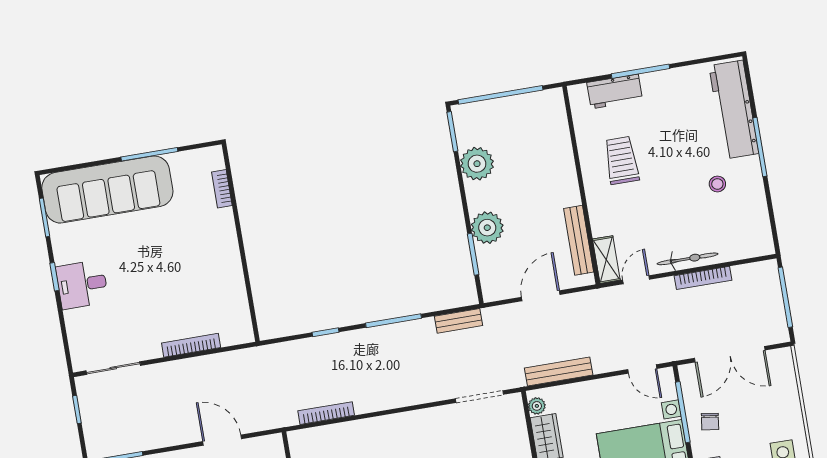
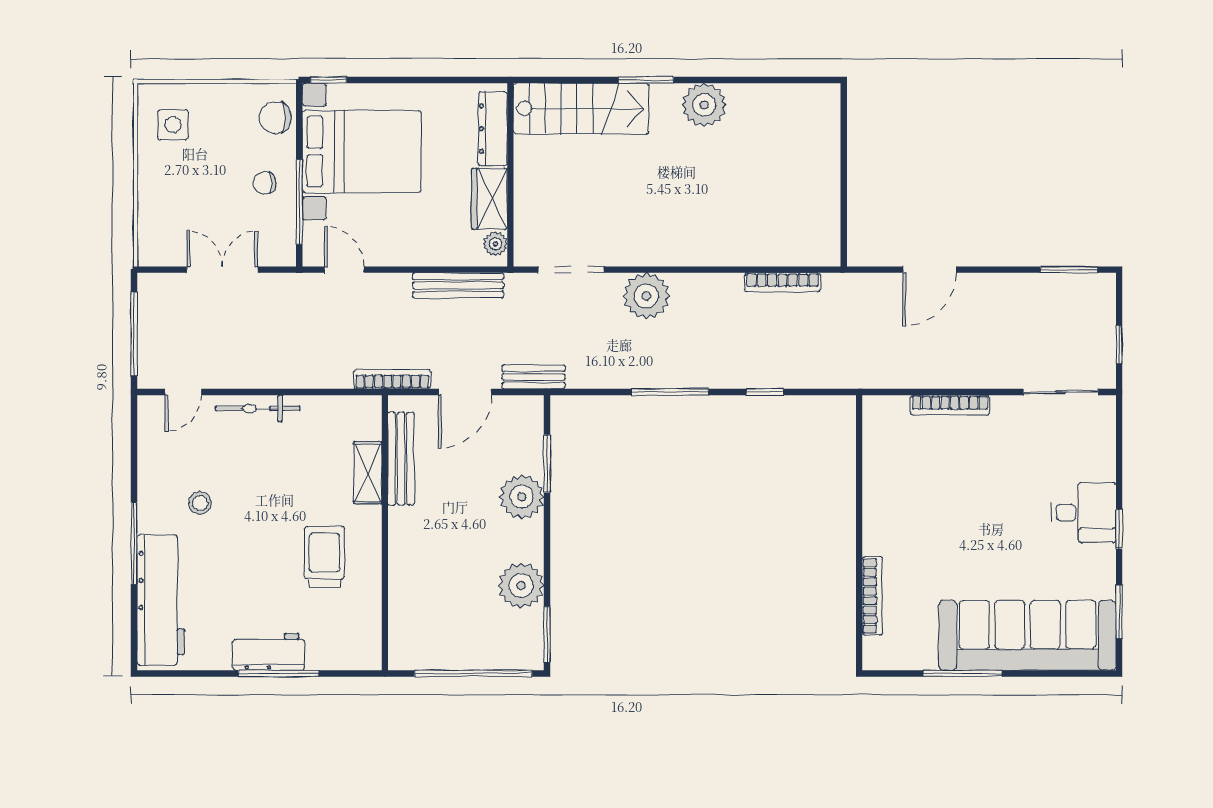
workbench: (615, 91) -> (269, 652), moved
trolley: (622, 160) -> (324, 557), turned 180
bookcase: (222, 189) -> (872, 596), width x1.56
shelving: (606, 260) -> (368, 473), moved
bookcase: (703, 278) -> (392, 379), moved
door: (636, 280) -> (183, 392), moved
bench: (459, 321) -> (534, 377), moved
double door: (730, 354) -> (222, 270), width x0.73
plant: (422, 387) -> (646, 296), added
chair: (710, 422) -> (265, 183), turned -98
door: (222, 440) -> (929, 270), hinge flipped

